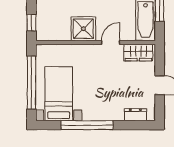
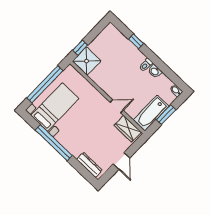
shower: (83, 29) -> (87, 61), moved
dresser: (135, 115) -> (89, 165), width x1.44

